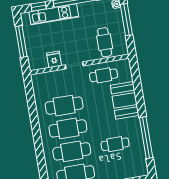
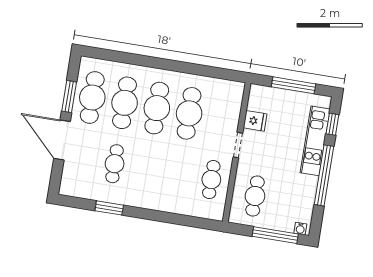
cafe table: (105, 42) -> (255, 196), turned 90
booth: (125, 100) -> (169, 196), removed
window: (146, 138) -> (109, 208), width x0.47

